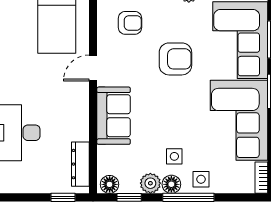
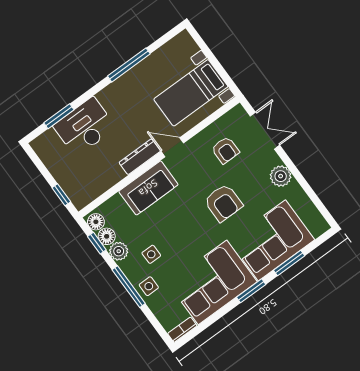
dresser: (80, 164) -> (140, 157), moved
floor lamp: (171, 184) -> (107, 236), moved

